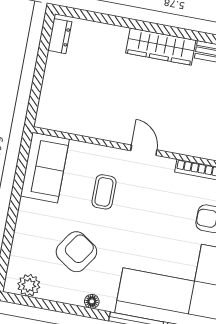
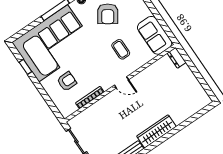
dresser: (60, 36) -> (177, 58), moved

